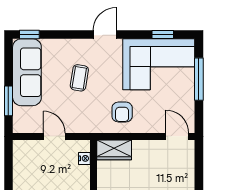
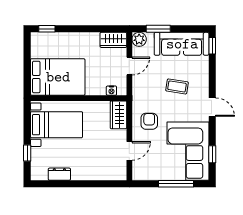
armchair: (122, 112) -> (149, 121), turned 90
plant: (21, 124) -> (139, 39), added
door: (177, 136) -> (129, 151), moved
wardrobe: (22, 156) -> (113, 40), added

